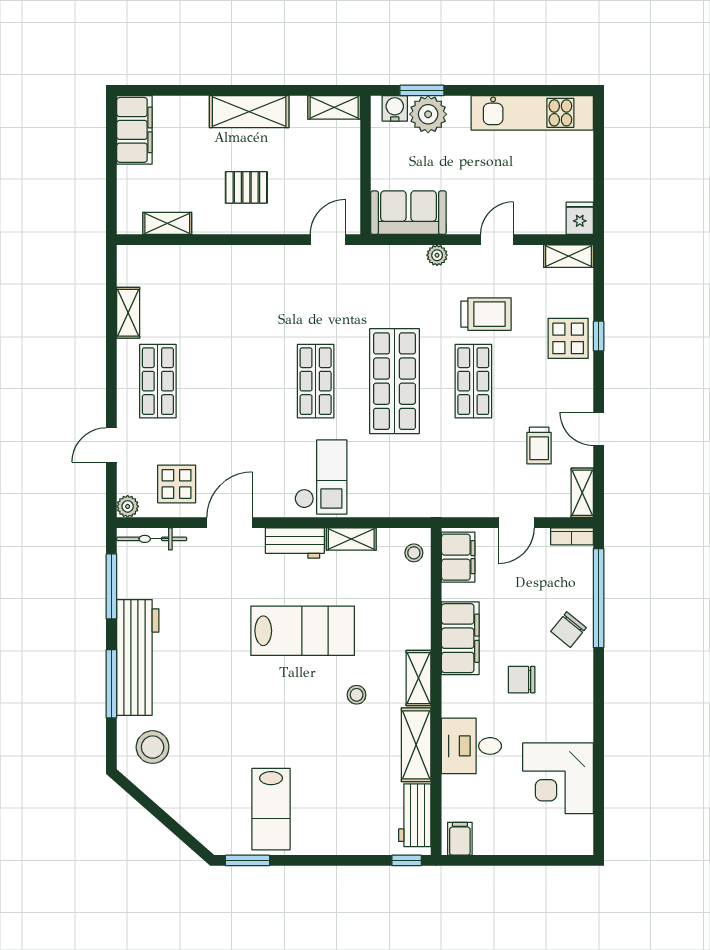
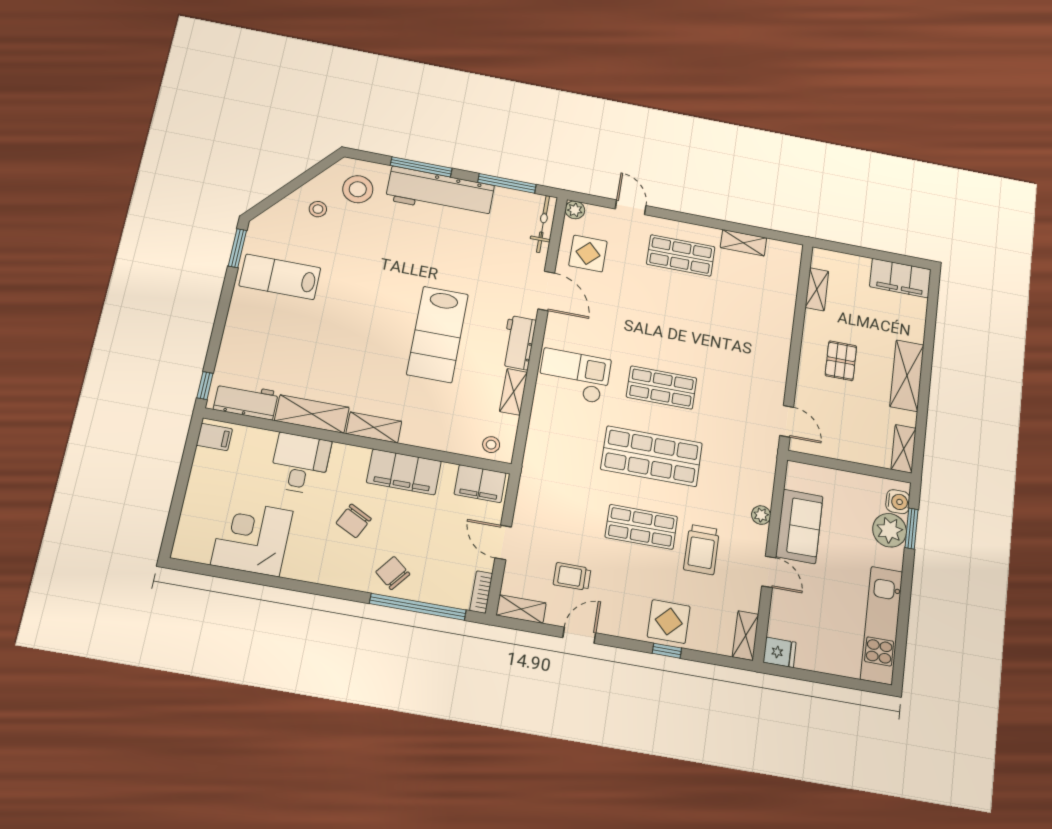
sofa: (408, 213) -> (799, 526), moved
checkout: (321, 477) -> (574, 376), turned 180
chair: (522, 680) -> (354, 521), turned -153
stool: (357, 695) -> (318, 209), moved

